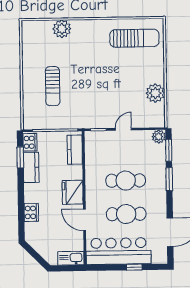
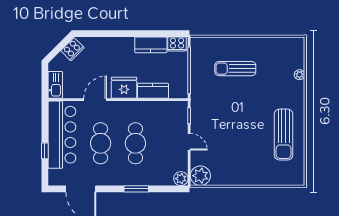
plant: (62, 29) -> (300, 75), width x0.53, depth x0.53
sun lounger: (134, 38) -> (284, 135), moved
plant: (155, 93) -> (200, 176), moved
kitchen counter: (75, 150) -> (153, 91), moved
window: (169, 150) -> (166, 189), removed
window: (20, 157) -> (161, 34), removed
cooker: (31, 212) -> (72, 49), moved, turned -45

